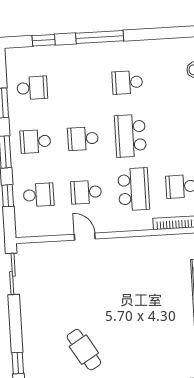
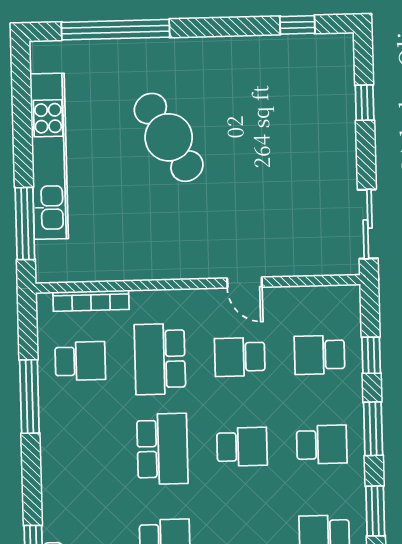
school desk: (86, 192) -> (240, 357), turned 180
cafe table: (84, 350) -> (169, 137), moved, width x1.37, depth x1.35
window: (18, 363) -> (365, 103), moved

